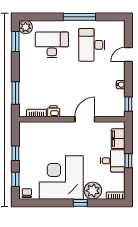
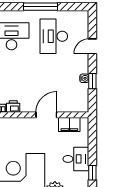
window: (128, 104) -> (92, 81), moved
filing cabinet: (118, 139) -> (69, 125), moved, turned -90
window: (128, 161) -> (92, 173), moved

